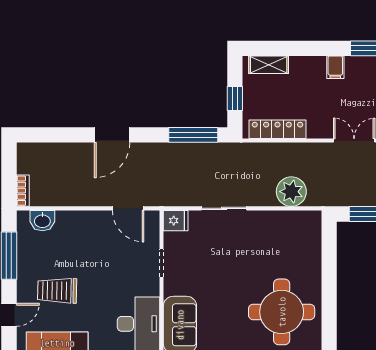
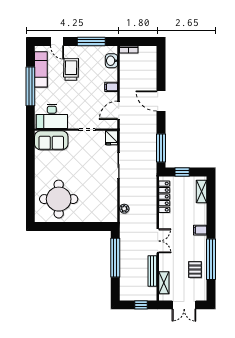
plant: (291, 192) -> (124, 209), width x0.53, depth x0.53
filing cabinet: (88, 221) -> (111, 87), added

